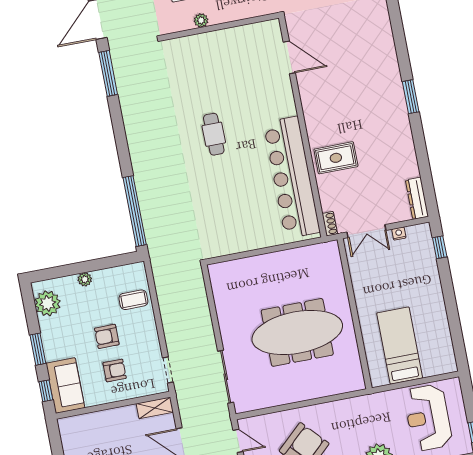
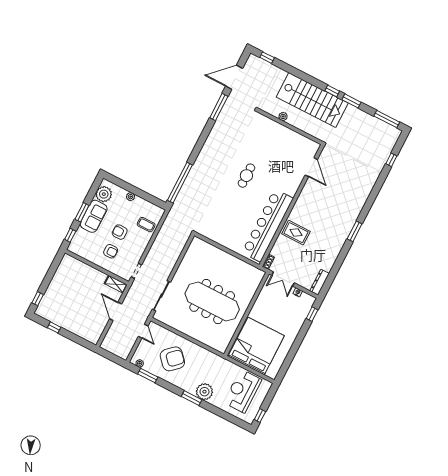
bed: (400, 345) -> (256, 346), width x2.04
sofa: (65, 386) -> (94, 216), moved

